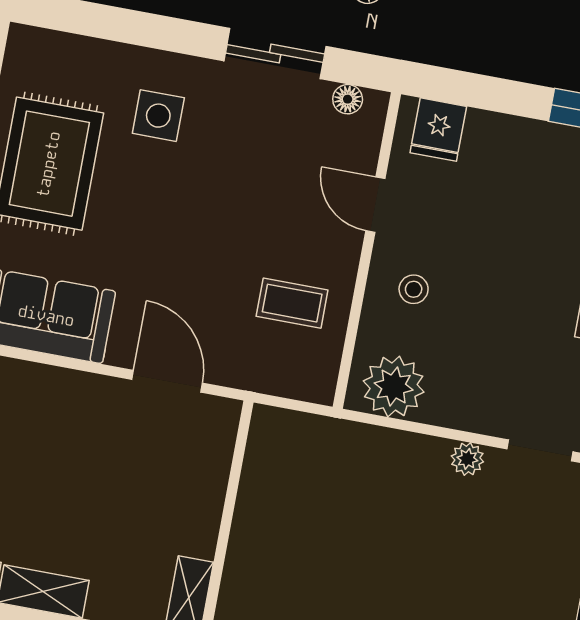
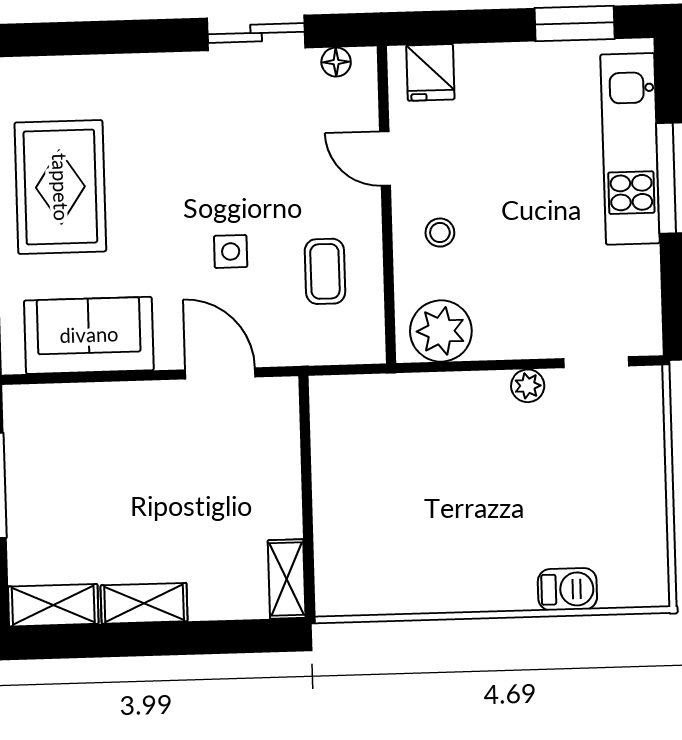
side table: (158, 116) -> (231, 251), moved, width x0.73, depth x0.73
coffee table: (292, 303) -> (325, 271), turned 90

